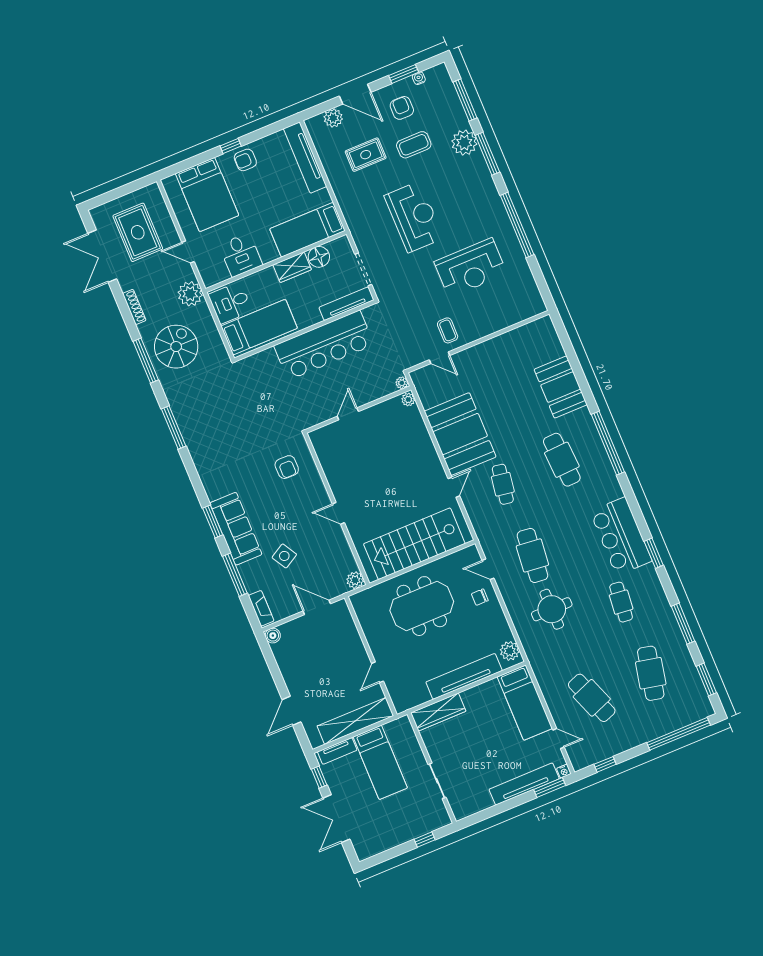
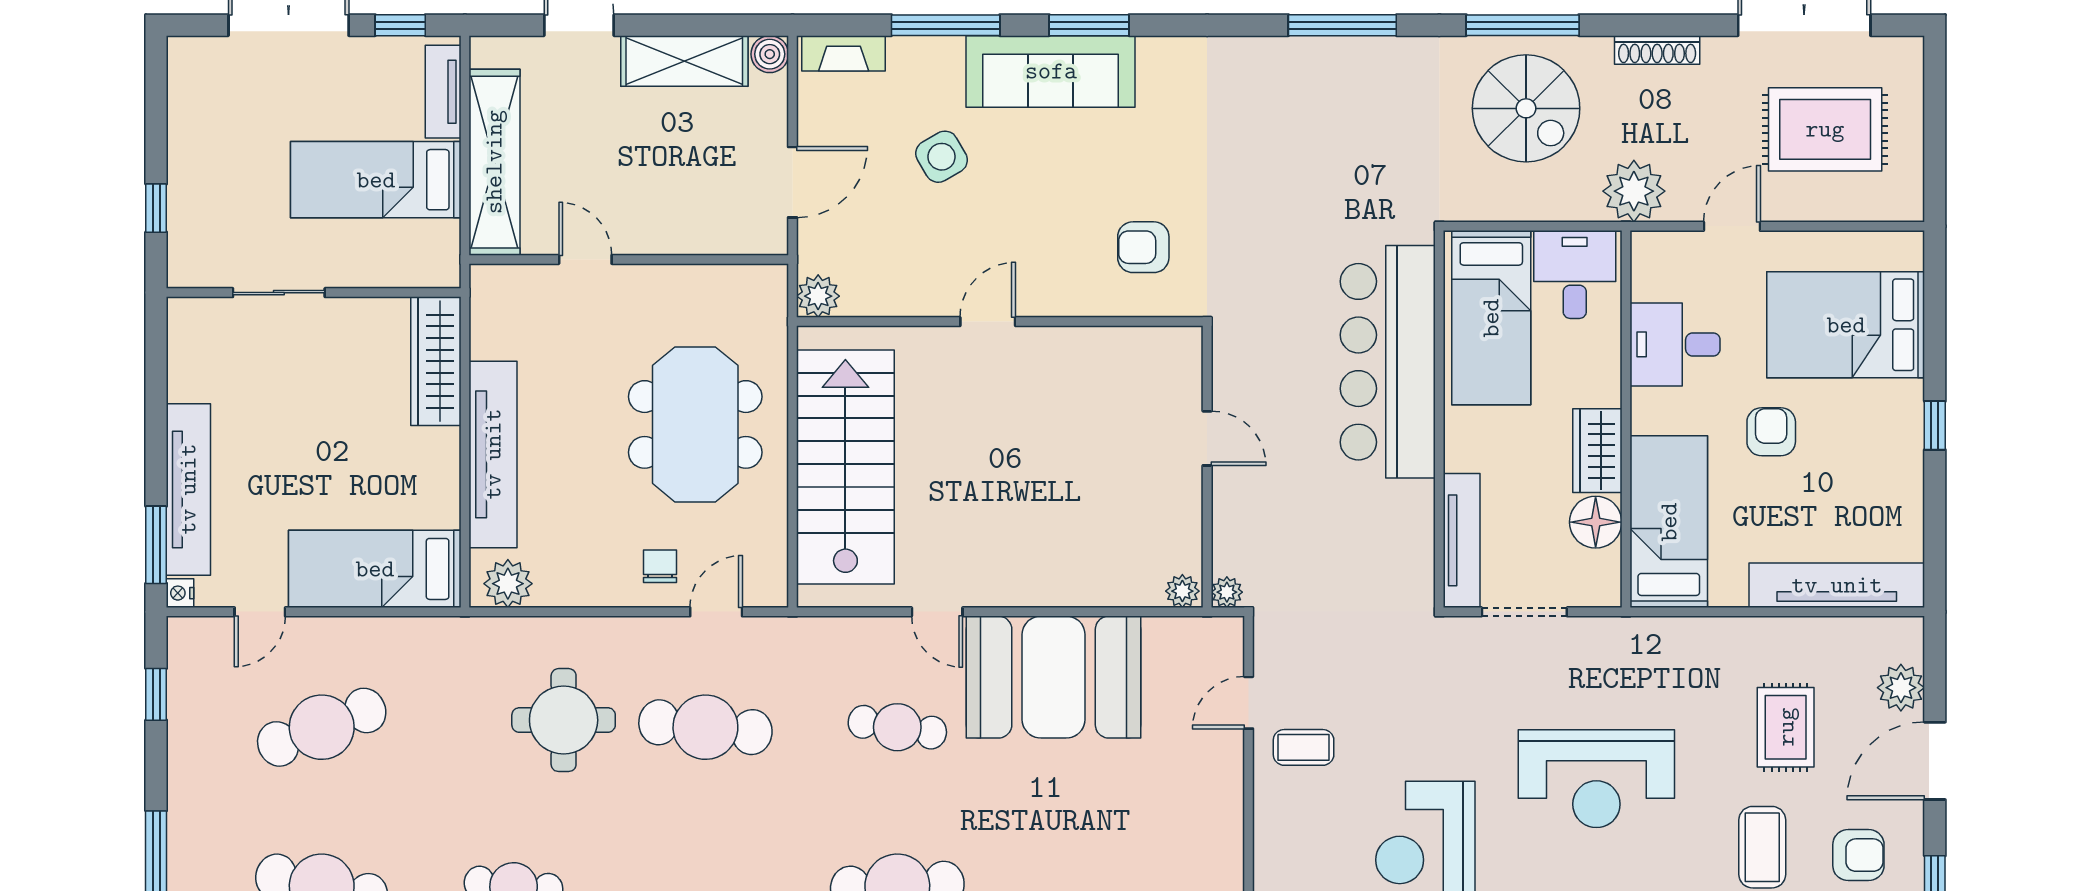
armchair: (245, 160) -> (1771, 432), moved
bar counter: (324, 345) -> (1388, 362), moved
shelving: (289, 666) -> (684, 61), added

